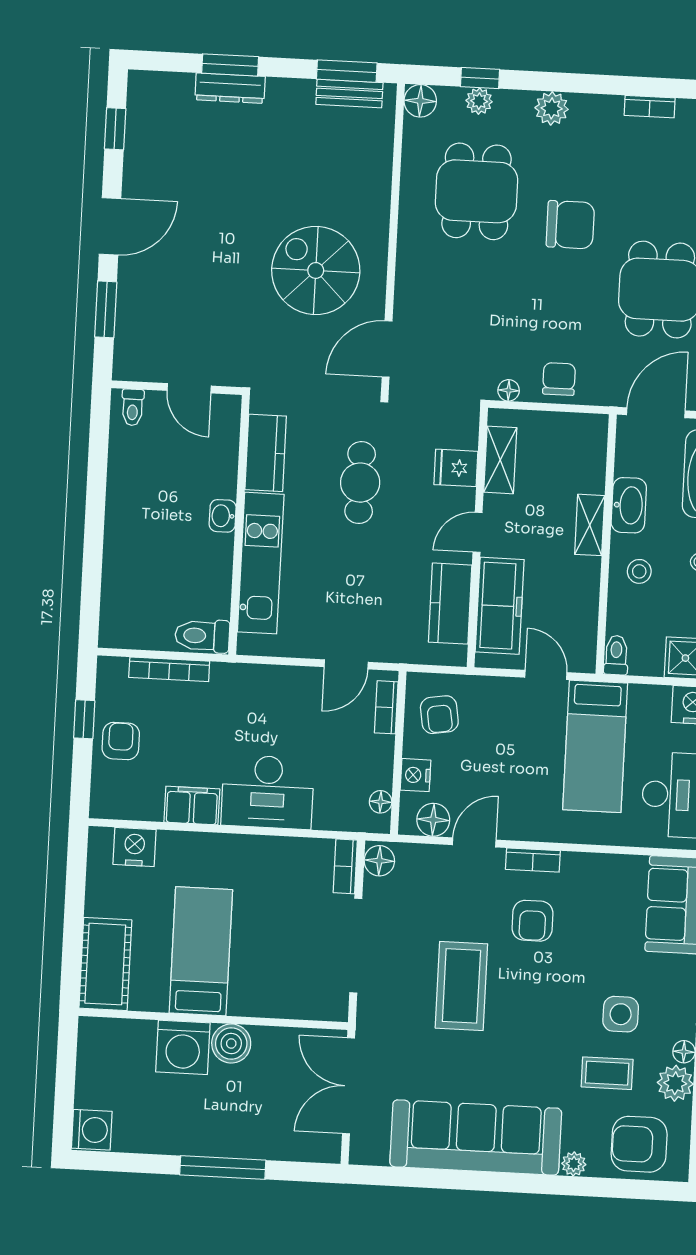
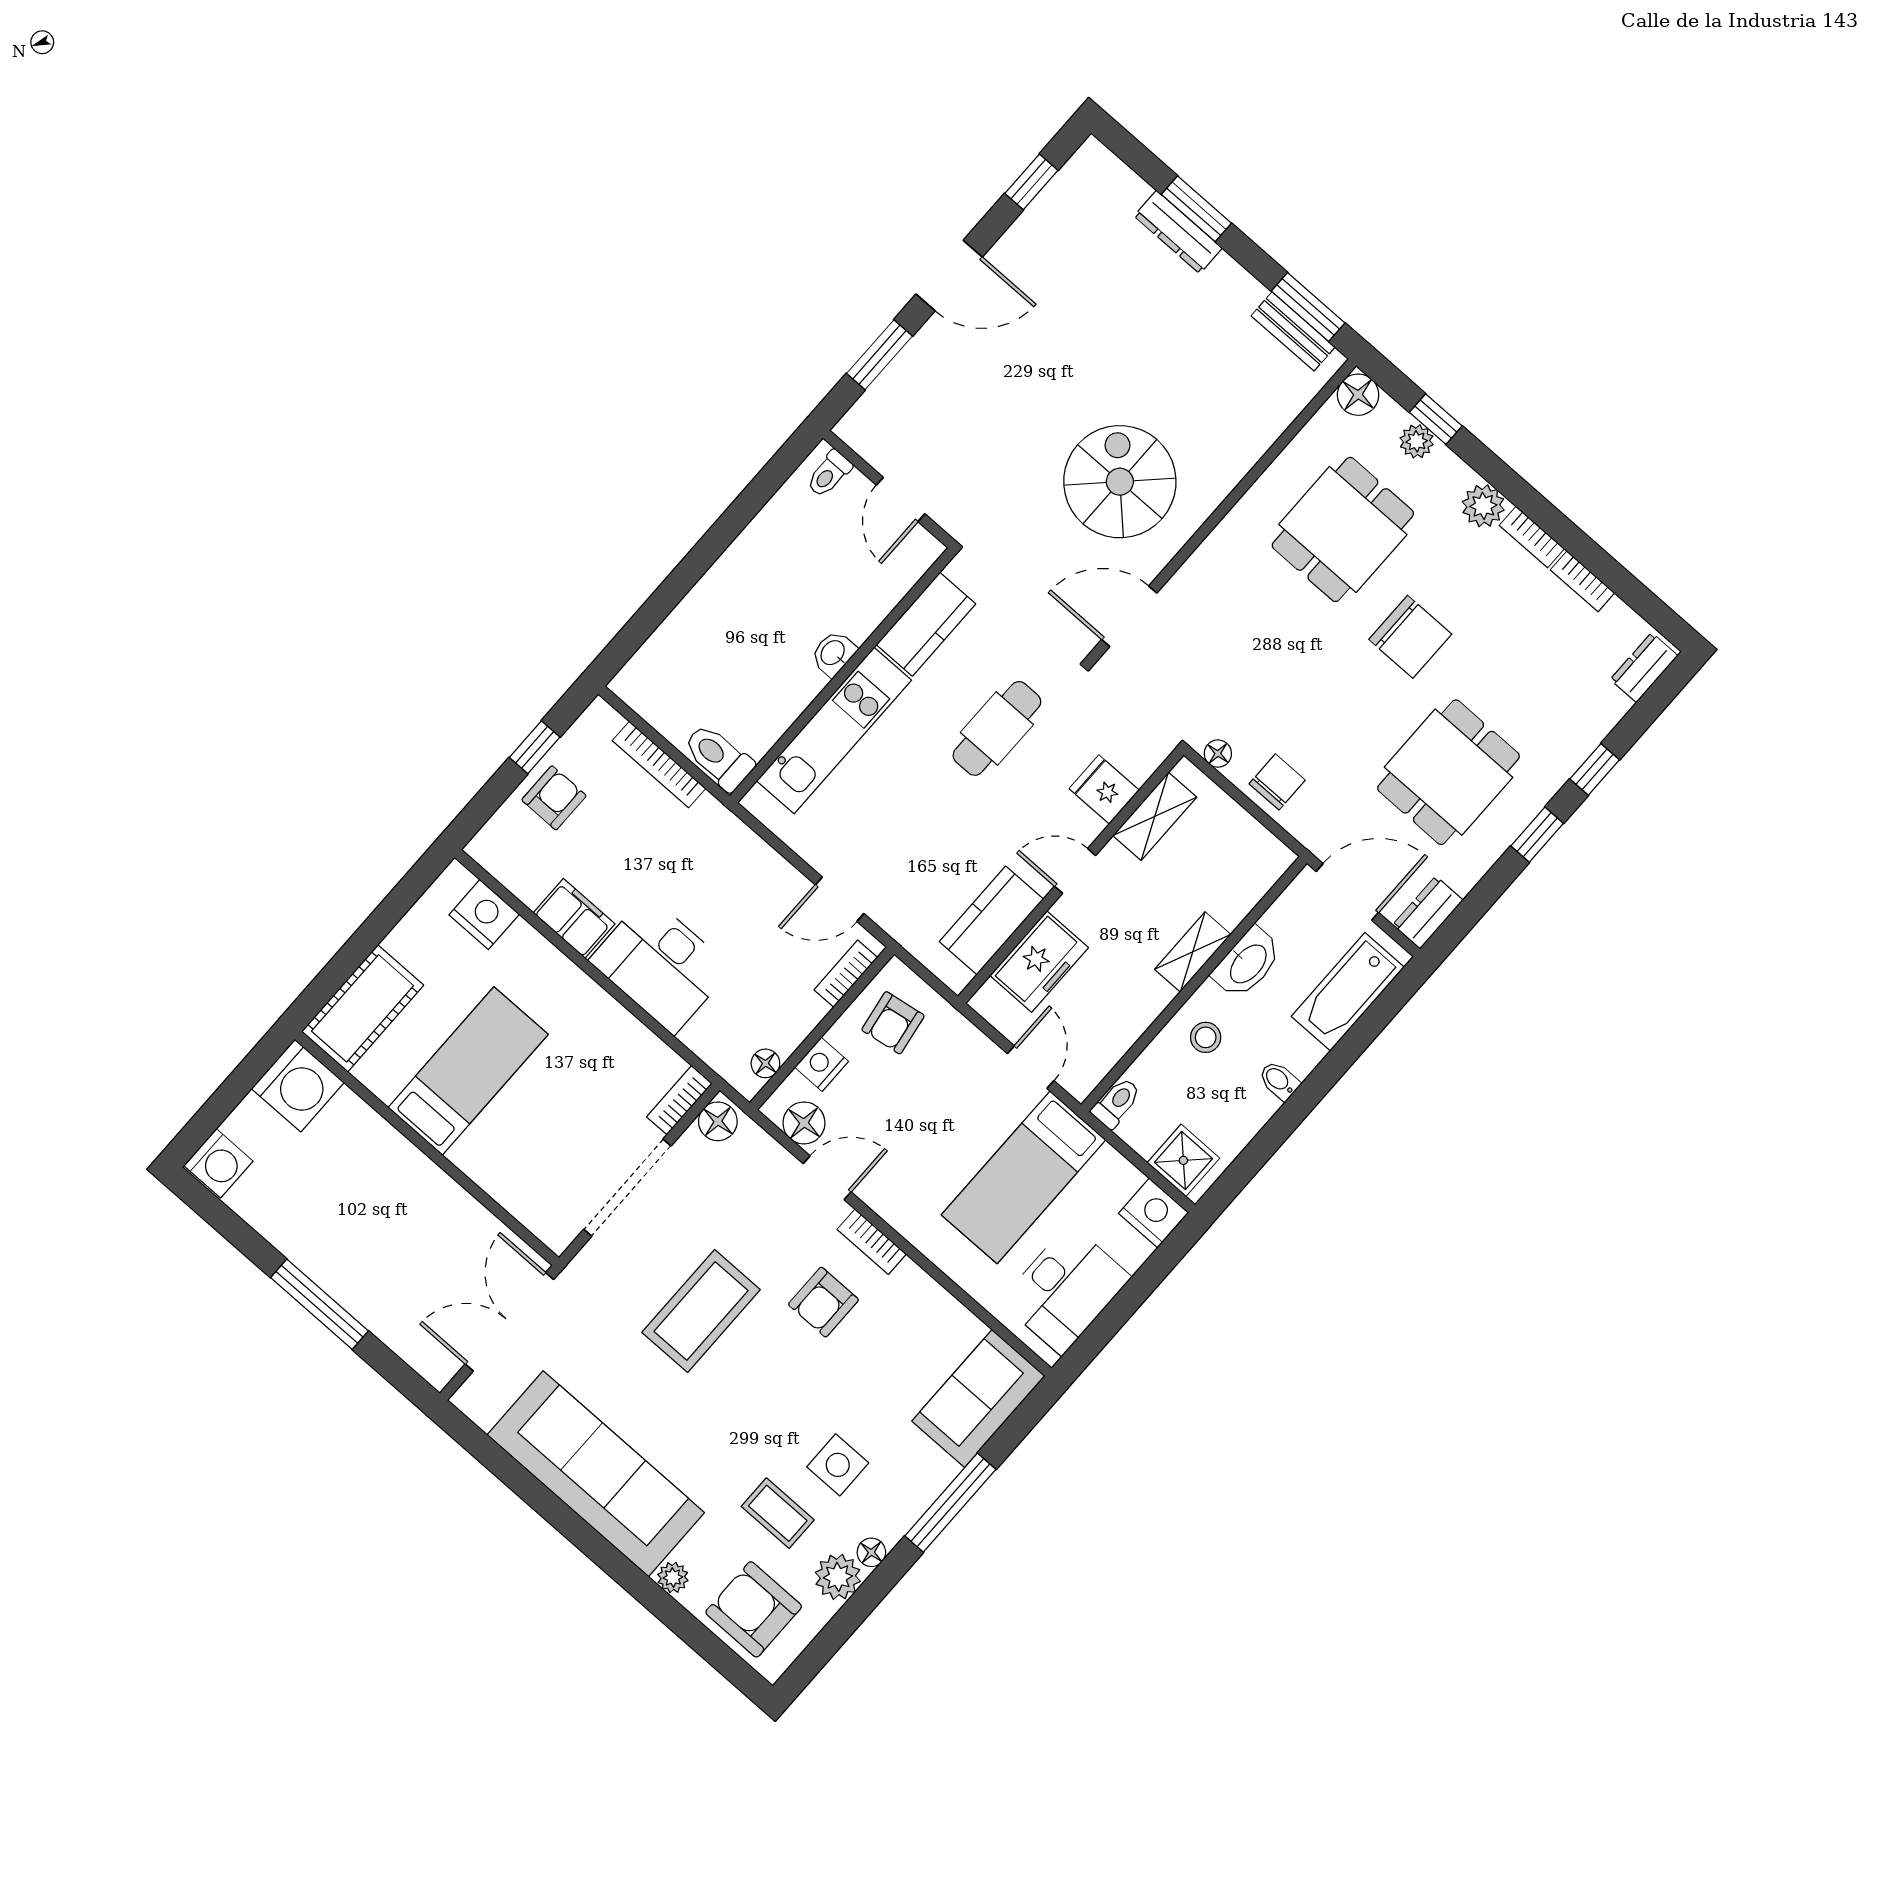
bookcase: (597, 104) -> (1532, 537), added
freezer: (500, 606) -> (1039, 962), width x0.71
boiler: (231, 1043) -> (426, 1187), removed
washing machine: (183, 1047) -> (298, 1086), moved, turned -90

